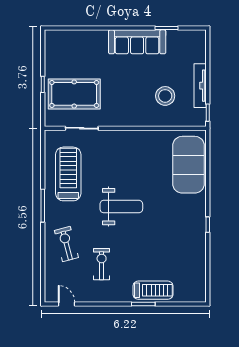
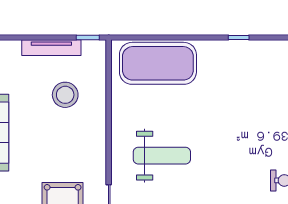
weight bench: (121, 207) -> (162, 156), moved, turned 90

